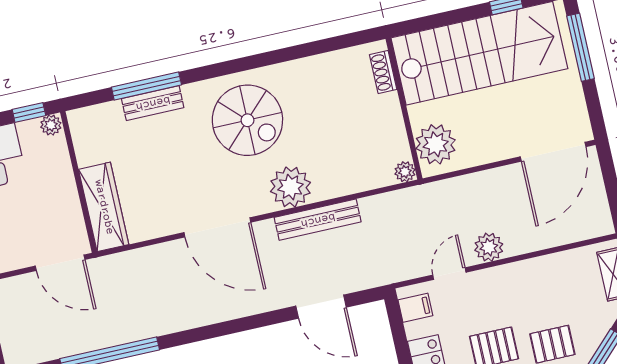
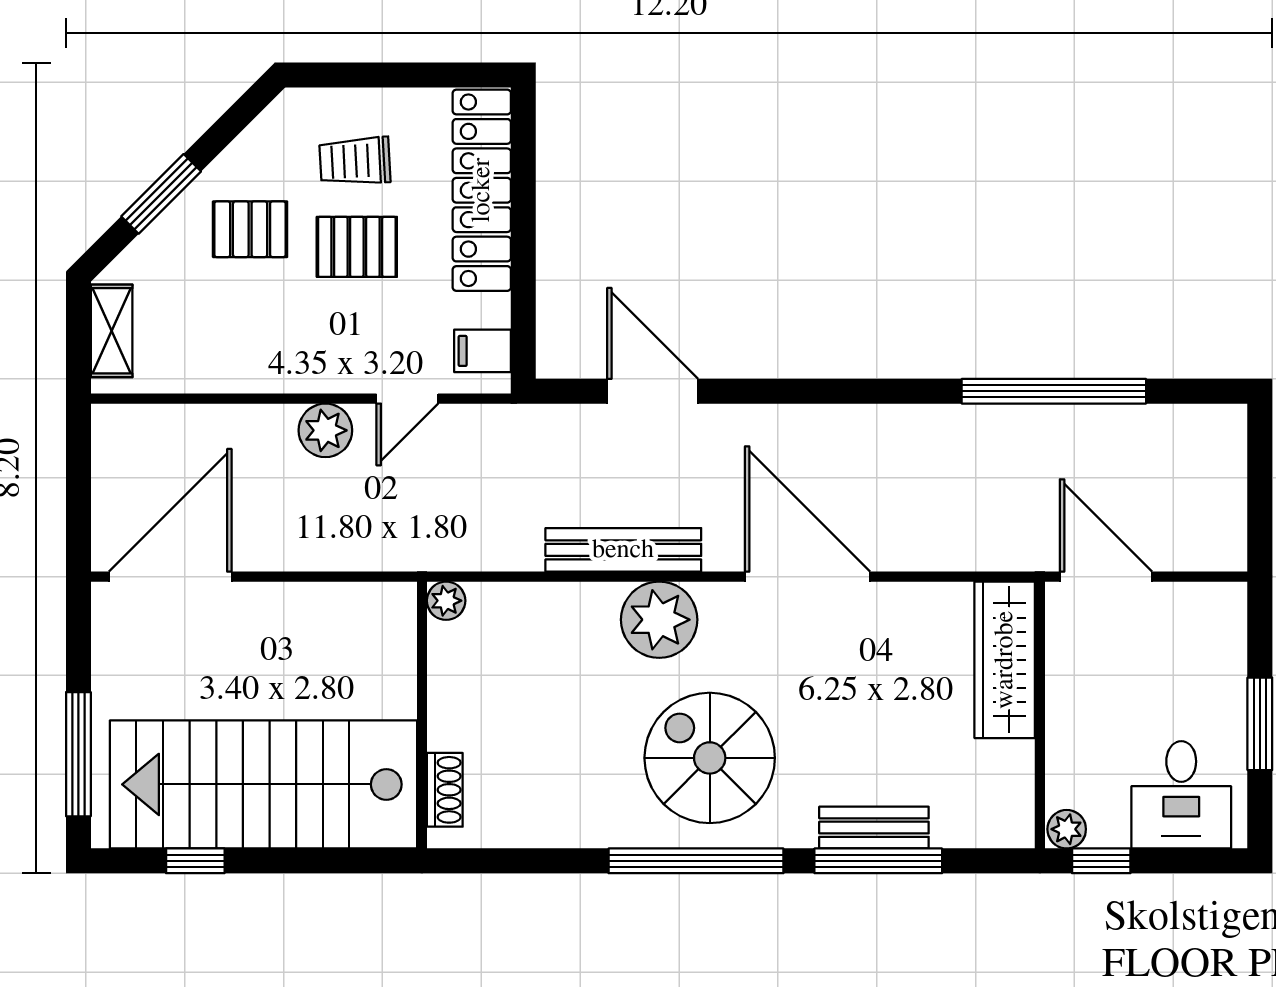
window: (242, 64) -> (696, 861), added
plant: (436, 144) -> (380, 638), removed

